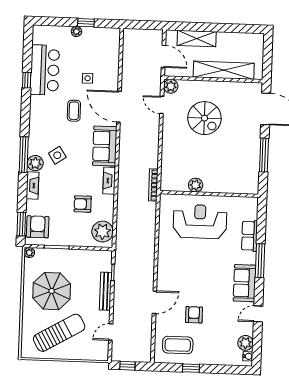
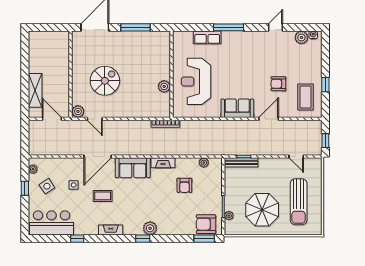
plant: (76, 32) -> (33, 169), moved
door: (163, 56) -> (52, 119), hinge flipped
bar counter: (45, 70) -> (51, 223), moved
shelving: (224, 70) -> (62, 65), removed
door: (162, 105) -> (95, 119), hinge flipped
window: (24, 155) -> (143, 239), width x0.46
side table: (57, 155) -> (47, 186), moved
fireplace: (32, 186) -> (111, 230), moved
plant: (102, 232) -> (204, 163), width x0.53, depth x0.53
plant: (29, 253) -> (229, 216), moved
sofa: (245, 283) -> (237, 108), moved, turned 180
bench: (106, 291) -> (241, 162), moved
door: (154, 302) -> (269, 119), hinge flipped
door: (258, 314) -> (276, 27), swing flipped
sun lounger: (59, 333) -> (299, 202), turned -150

